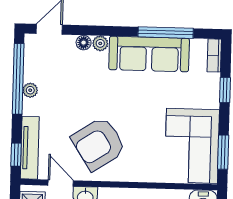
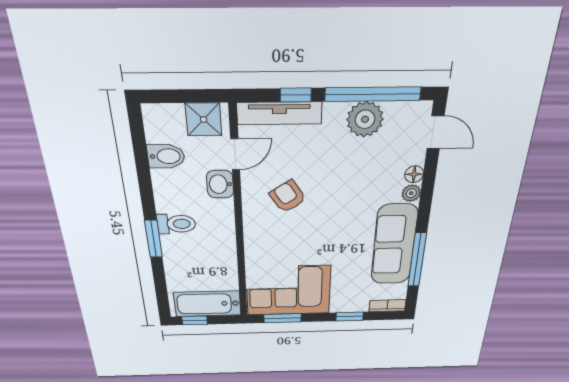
plant: (30, 90) -> (365, 119), width x1.87, depth x1.87
armchair: (99, 144) -> (288, 197), width x0.53, depth x0.53
window: (16, 155) -> (296, 95), moved

